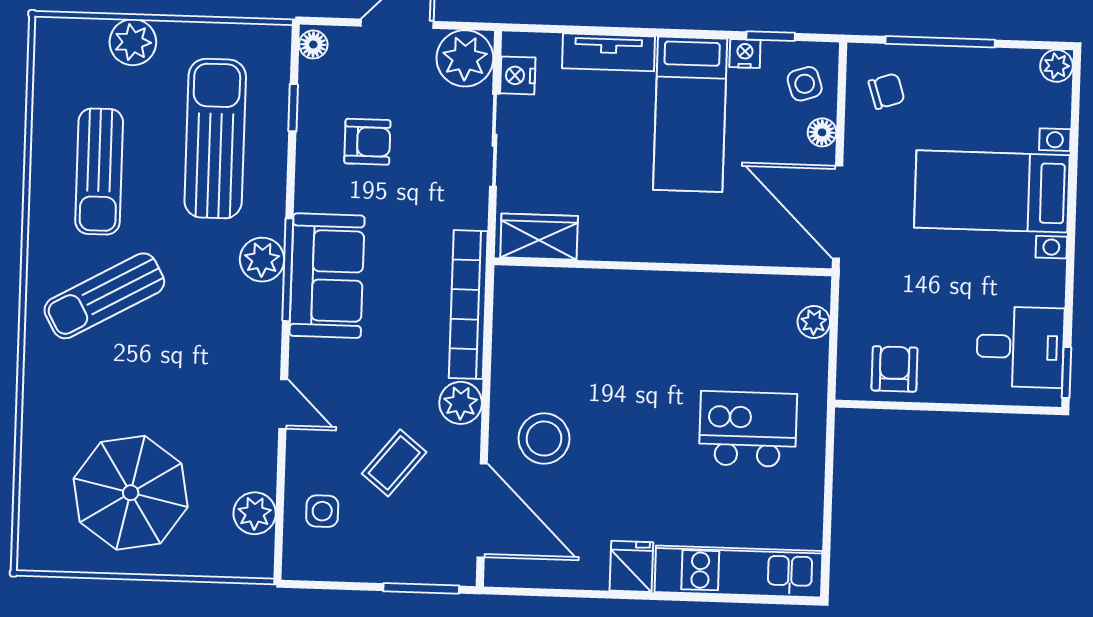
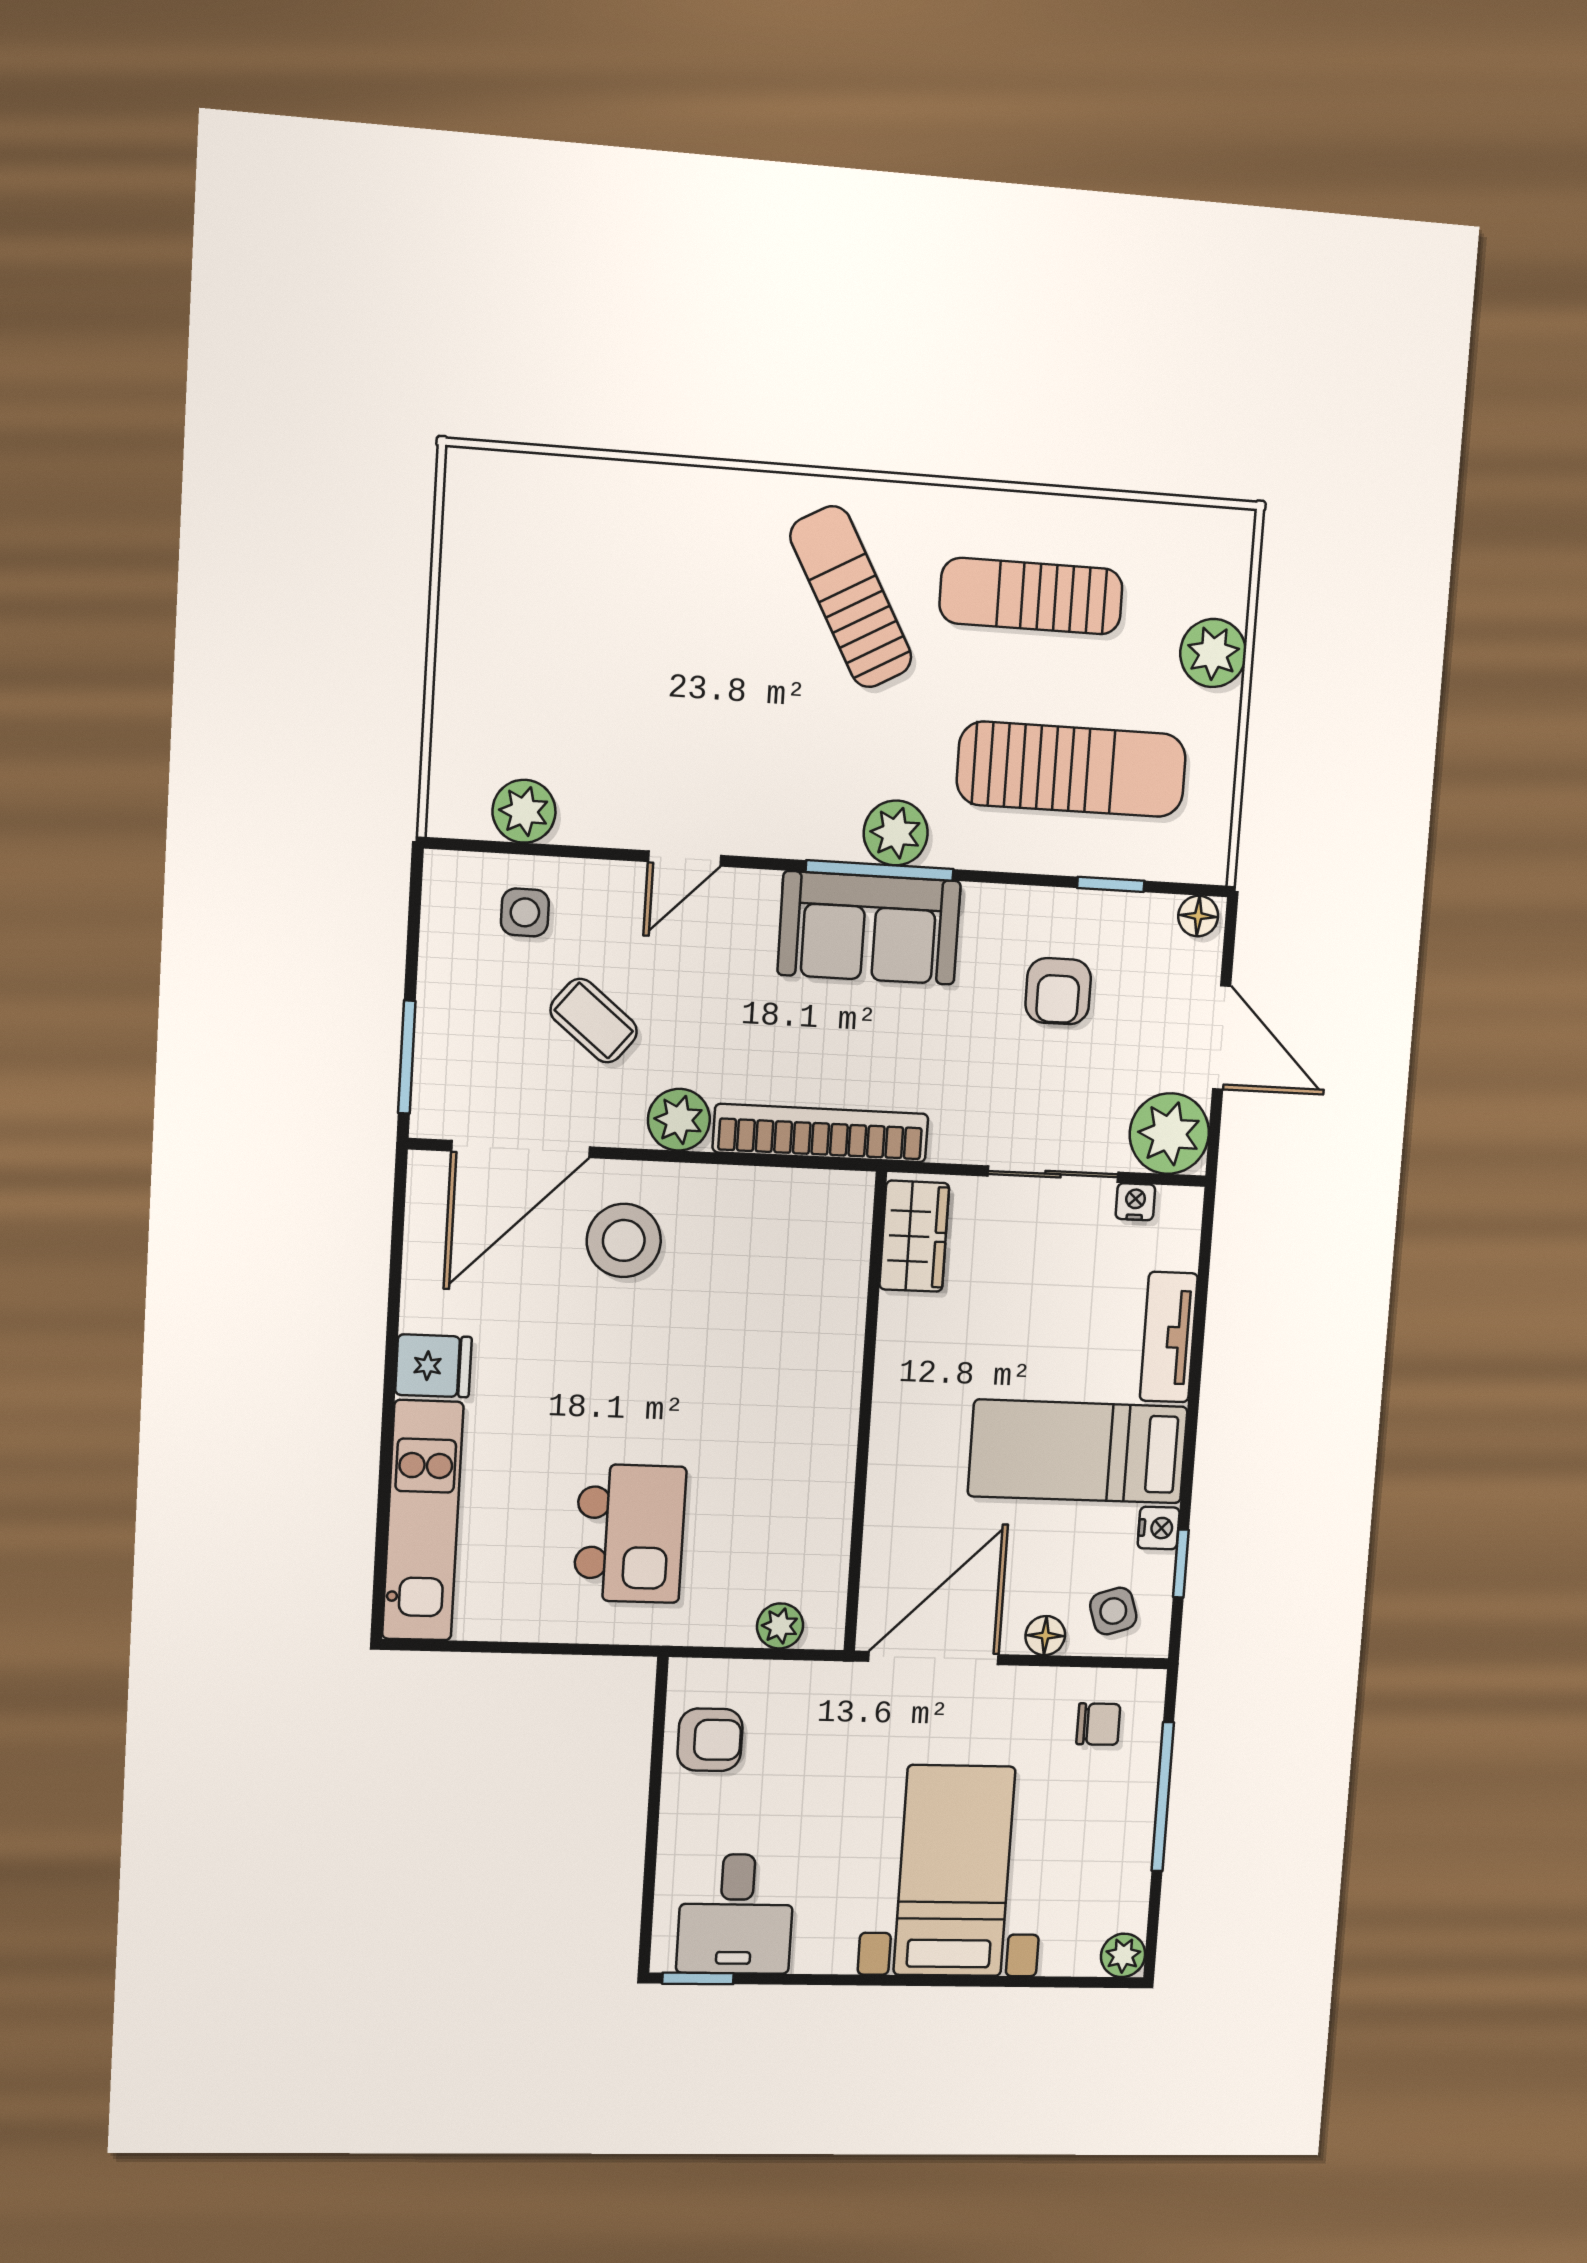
nightstand: (518, 75) -> (1135, 1202), width x0.72, depth x0.74
chair: (887, 91) -> (1098, 1724), turned -72
parasol: (131, 493) -> (559, 625), removed

